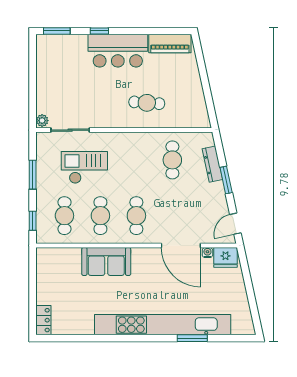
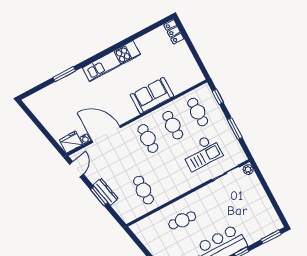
dresser: (212, 164) -> (106, 192), moved
kitchen unit: (163, 325) -> (111, 61), width x0.54

